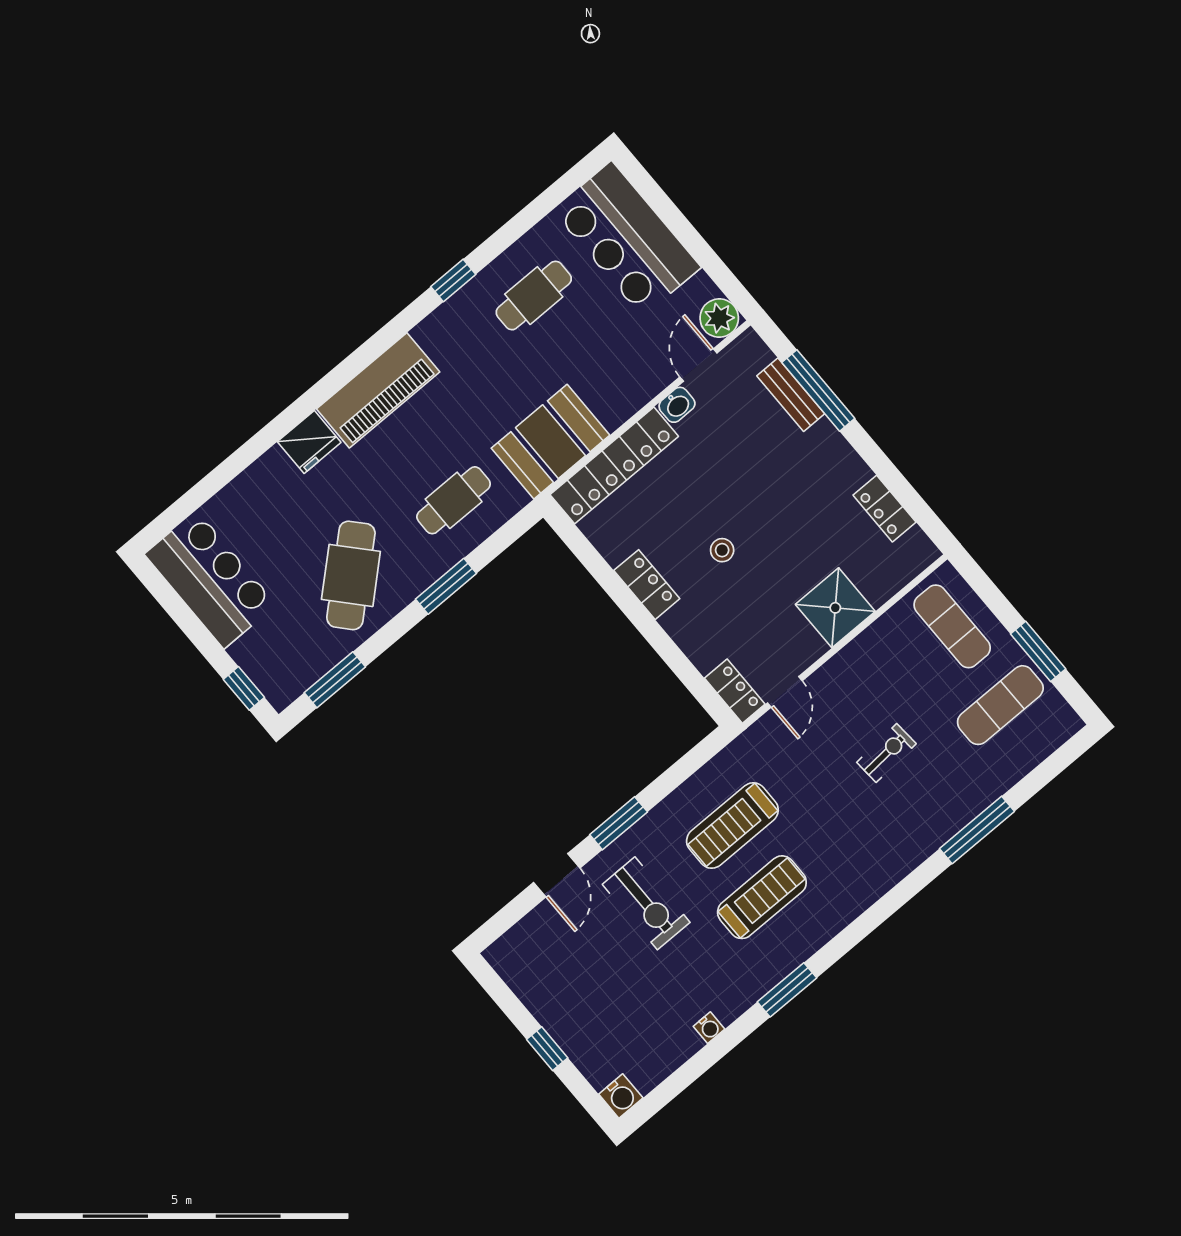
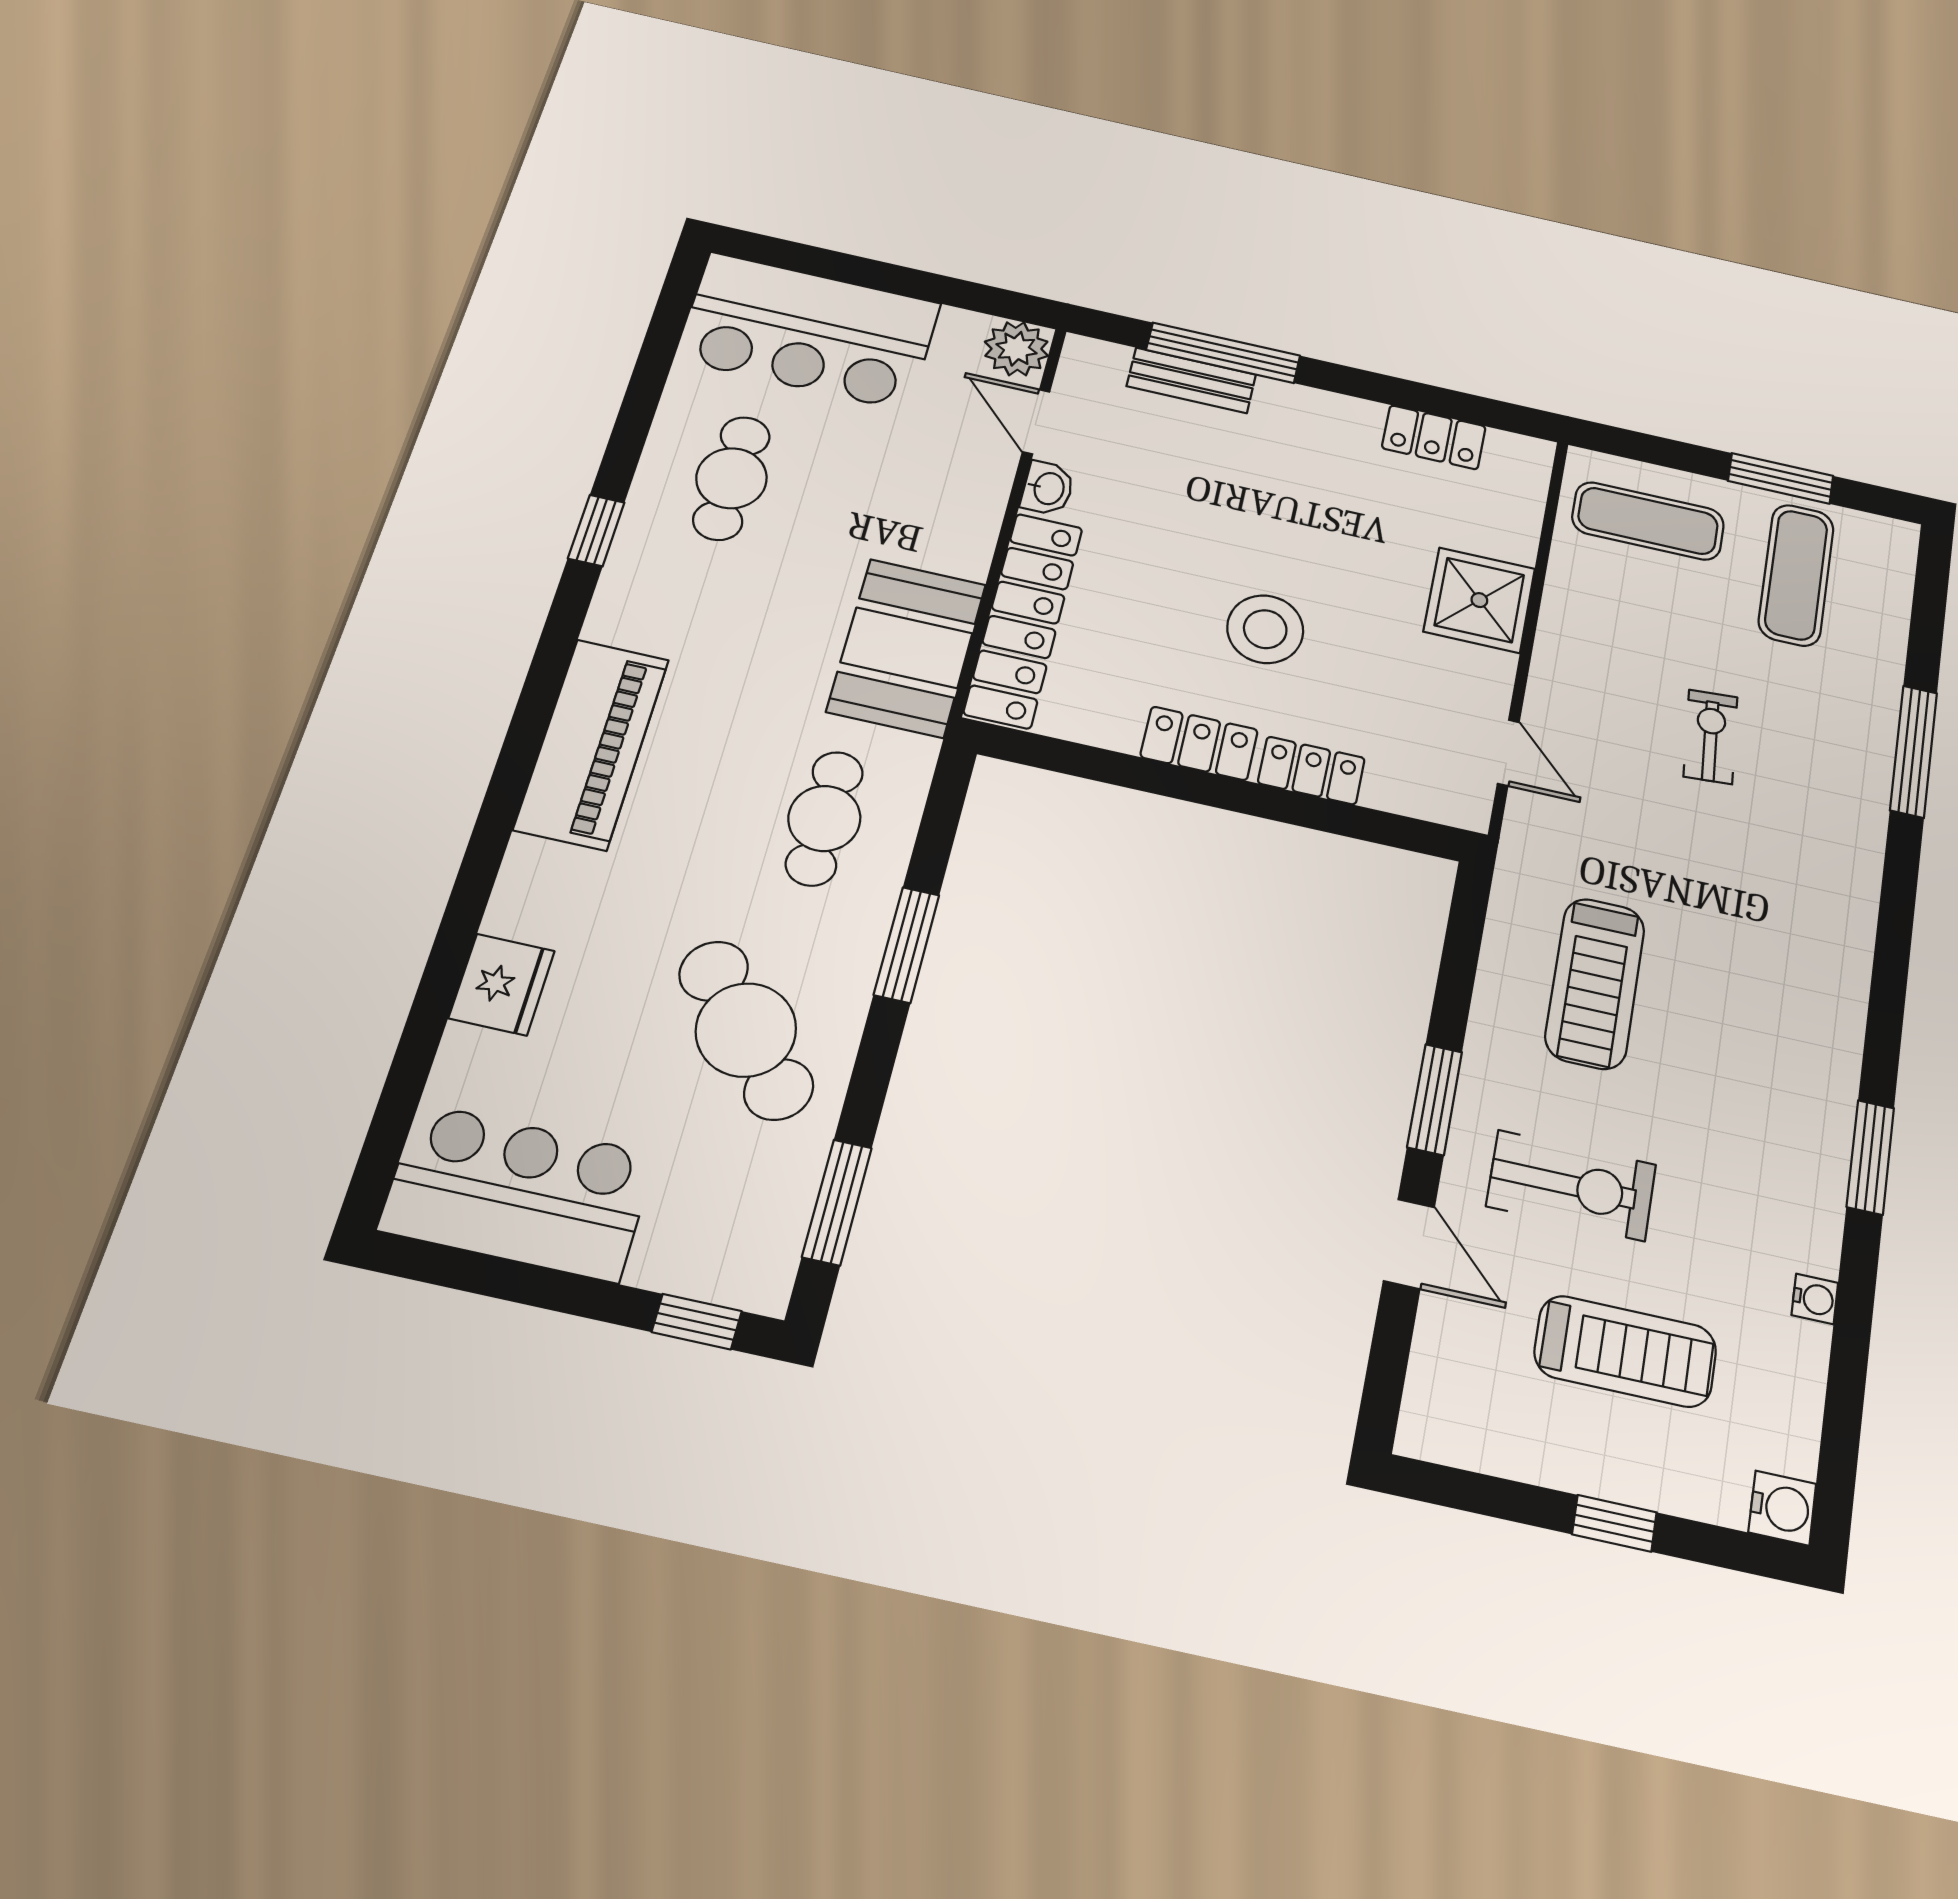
fridge: (309, 442) -> (502, 985), moved
stool: (722, 550) -> (1265, 629), width x1.89, depth x1.89
locker: (735, 691) -> (1311, 771), moved
treadmill: (762, 897) -> (1625, 1351), moved, turned 90

